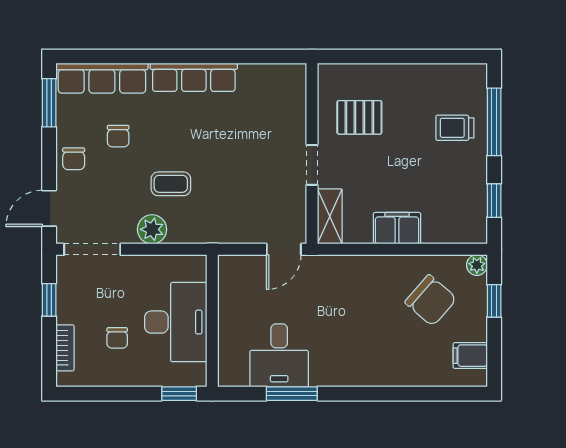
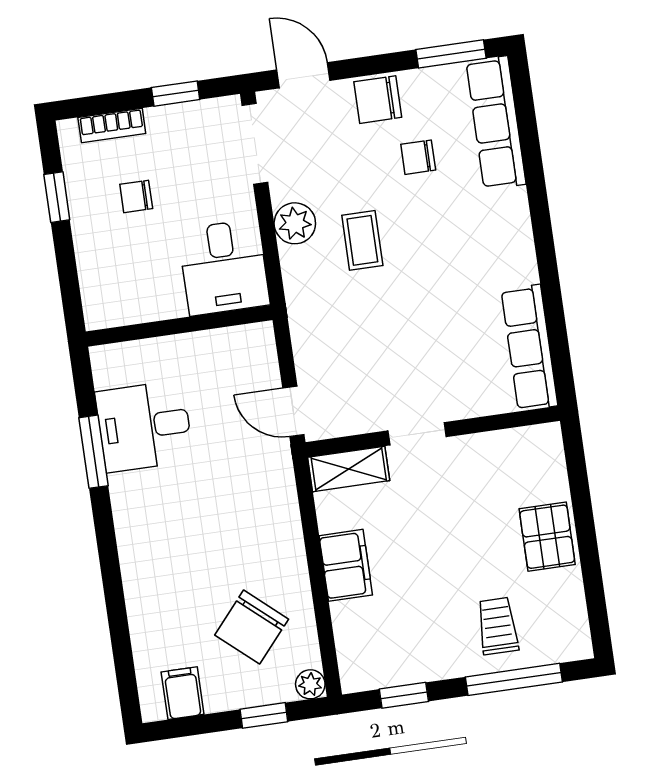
row of seats: (194, 77) -> (529, 348), moved
pallet: (359, 117) -> (547, 537), moved
chair: (74, 159) -> (378, 100), width x1.37, depth x1.37
desk: (176, 322) -> (224, 267), moved, width x0.73
window: (179, 394) -> (57, 197), moved

